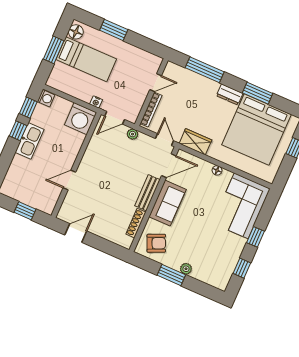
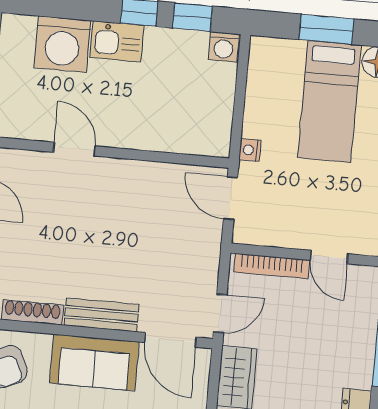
washing machine: (81, 119) -> (62, 44), moved, turned -90
plant: (133, 134) -> (210, 245), removed
kitchen sink: (30, 141) -> (117, 41), width x0.73

